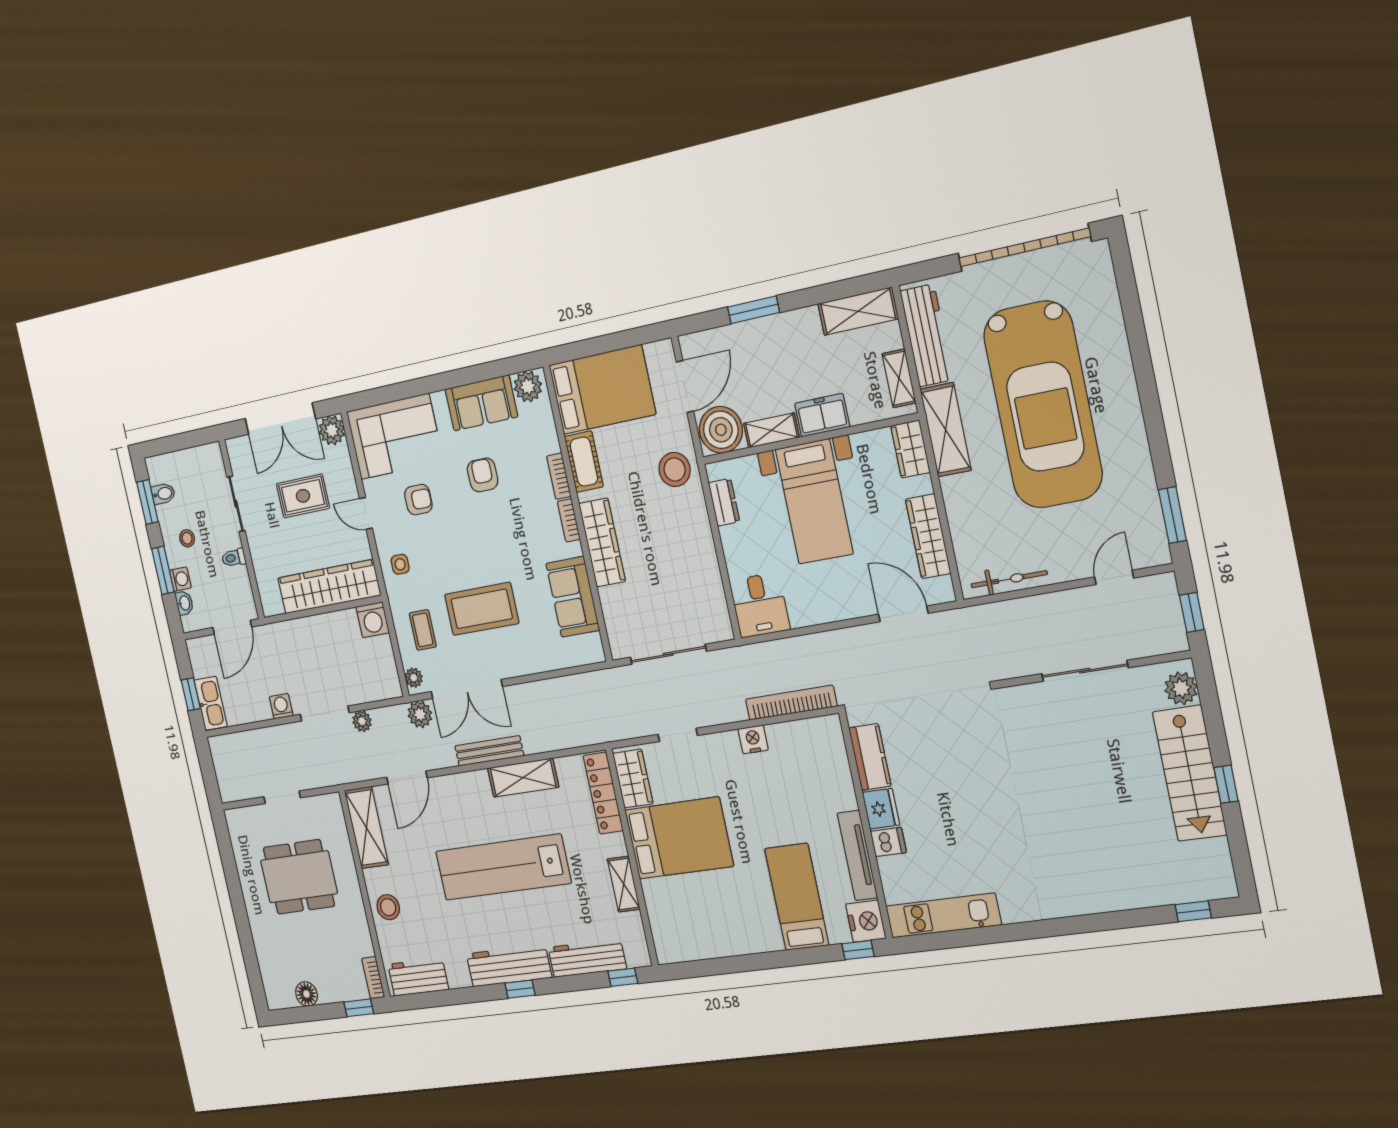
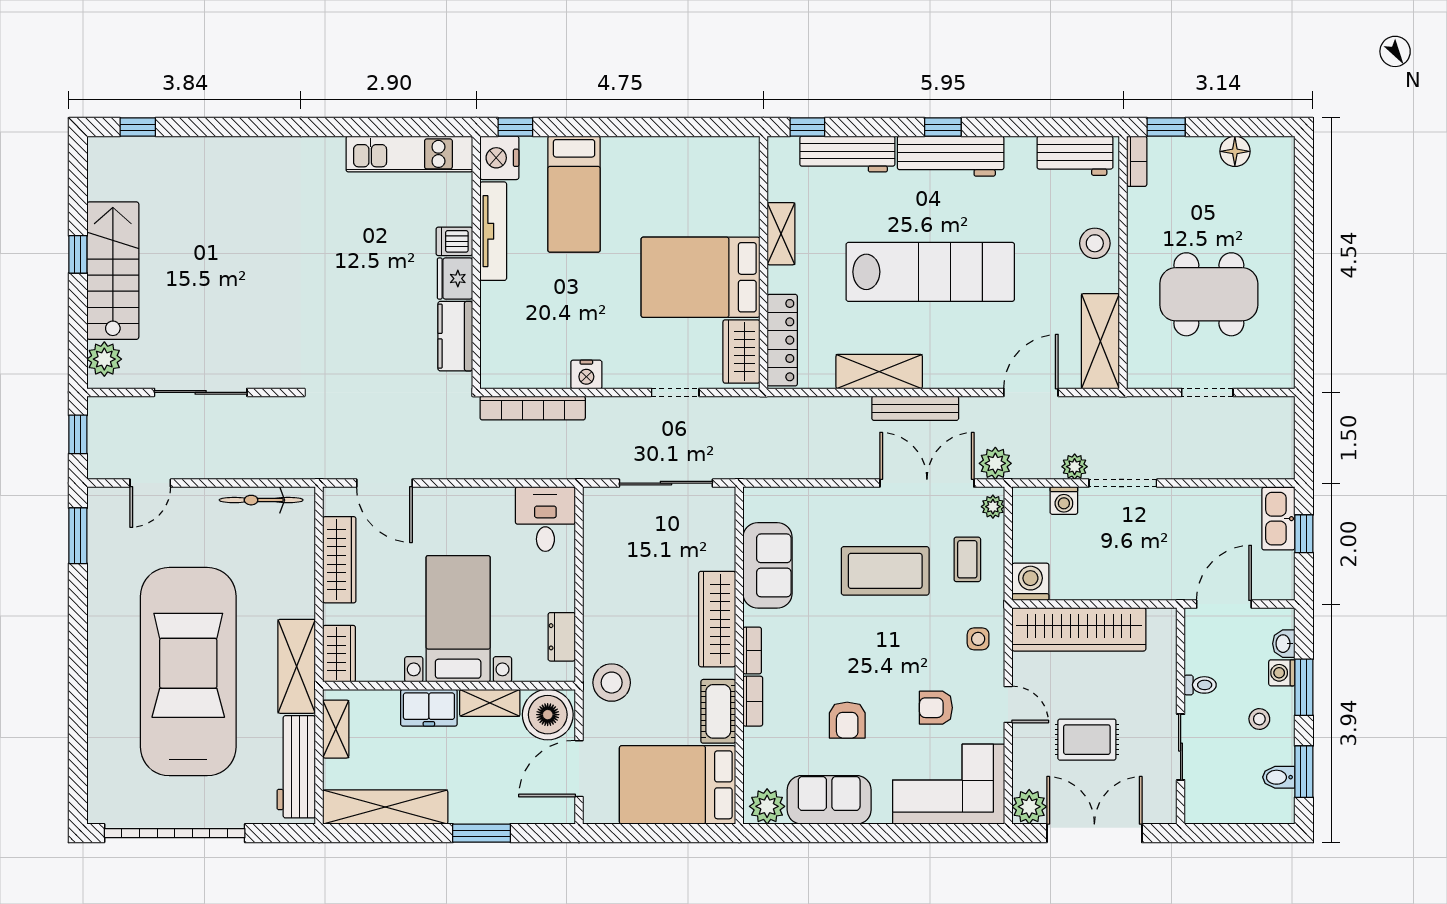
shelving: (858, 311) -> (385, 807), width x1.47
washing machine: (281, 706) -> (1064, 501), moved

